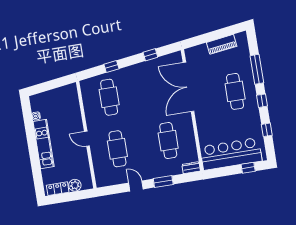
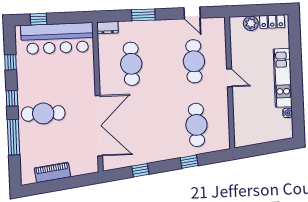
cafe table: (235, 91) -> (43, 113), turned 90
door: (136, 186) -> (192, 13), moved

